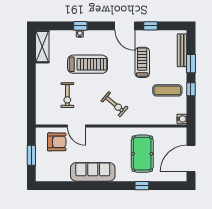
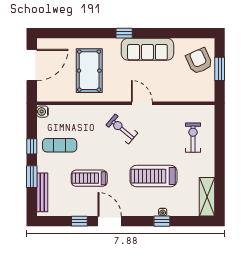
treadmill: (142, 62) -> (89, 178), turned 90
exercise bike: (67, 95) -> (193, 138), moved
door: (76, 126) -> (142, 103), moved
armchair: (57, 142) -> (199, 61), moved, turned 66
window: (142, 186) -> (124, 33), moved

